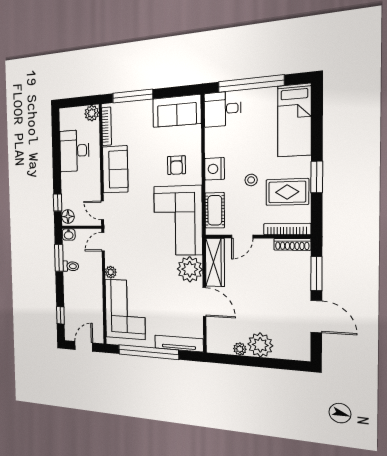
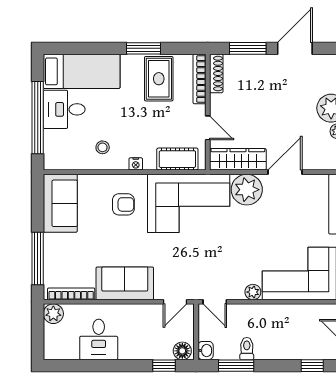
desk: (222, 109) -> (64, 109), moved, turned 90
desk: (74, 151) -> (99, 339), width x0.73
nightstand: (215, 169) -> (136, 164), width x0.53, depth x0.56
stool: (251, 180) -> (103, 147), moved

